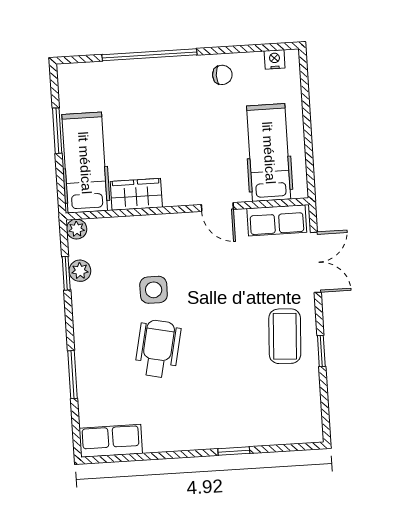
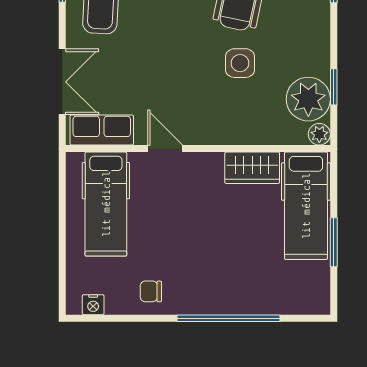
double door: (316, 262) -> (62, 82), swing flipped
plant: (80, 271) -> (308, 99), width x1.88, depth x1.88

